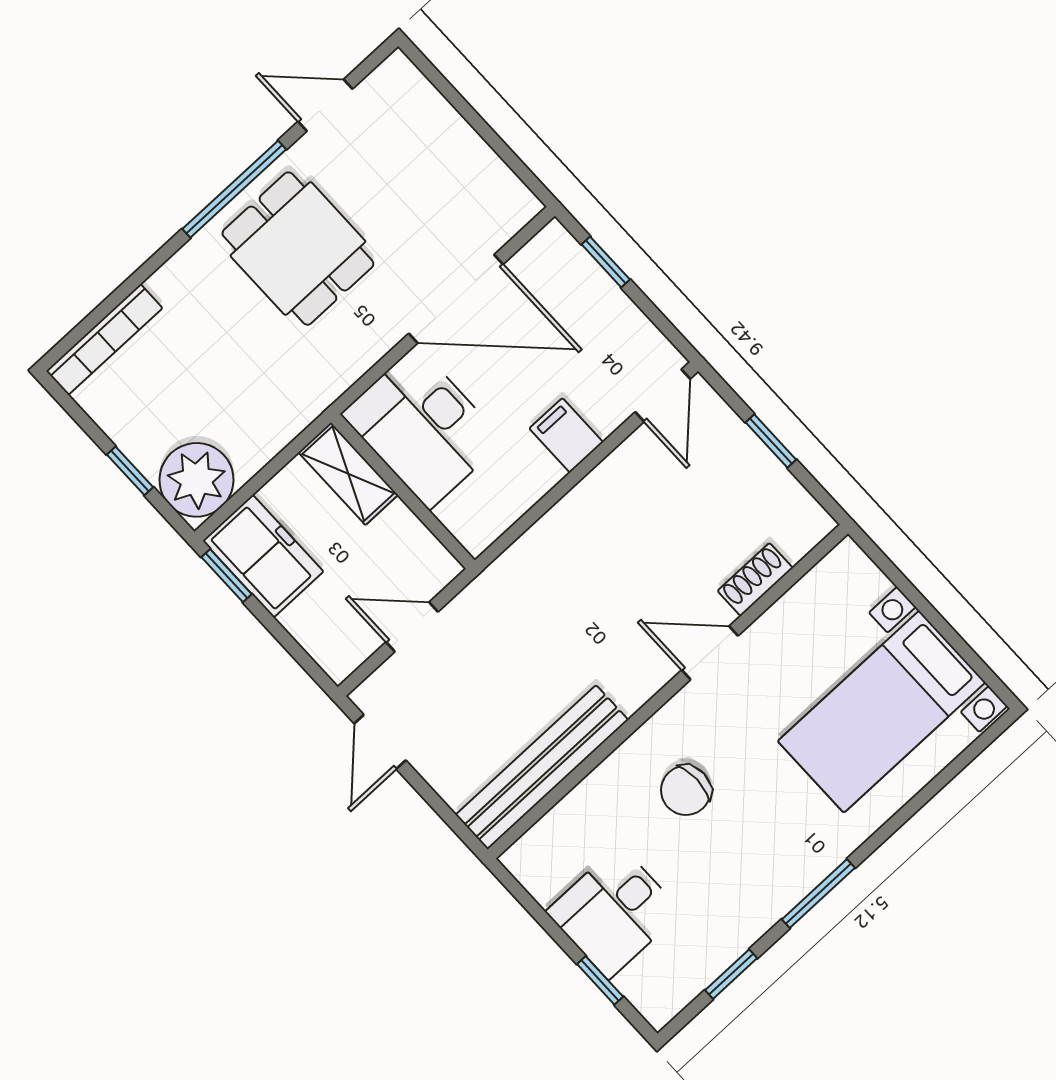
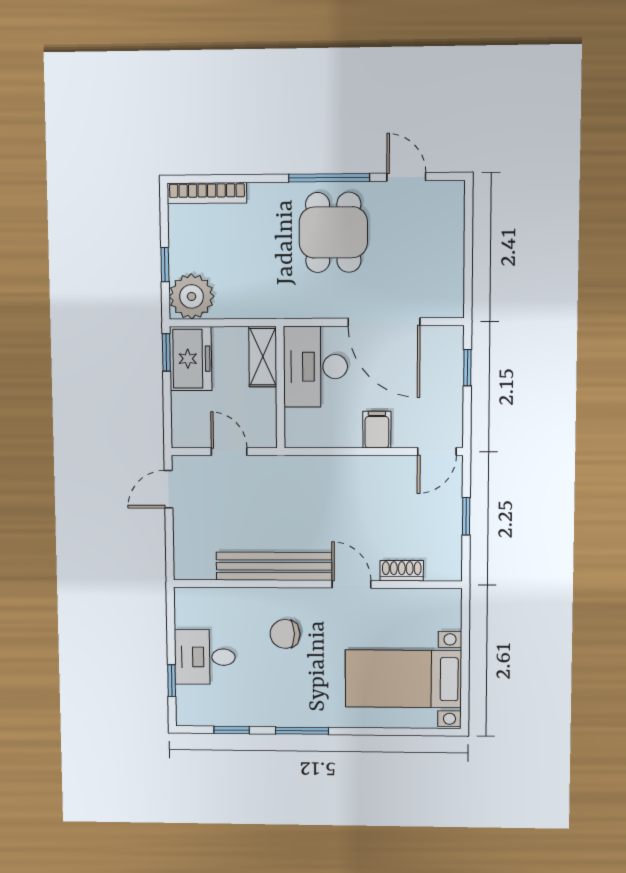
bench: (542, 767) -> (274, 566), moved

